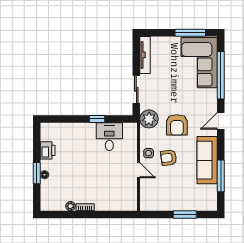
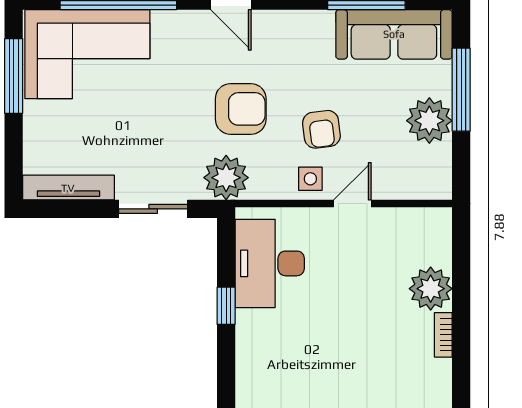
desk: (109, 137) -> (270, 263), width x1.37
sofa: (207, 160) -> (394, 34), moved
plant: (172, 202) -> (429, 121), added
plant: (70, 206) -> (431, 289), moved, width x1.87, depth x1.87
window: (185, 214) -> (461, 90), width x1.44

